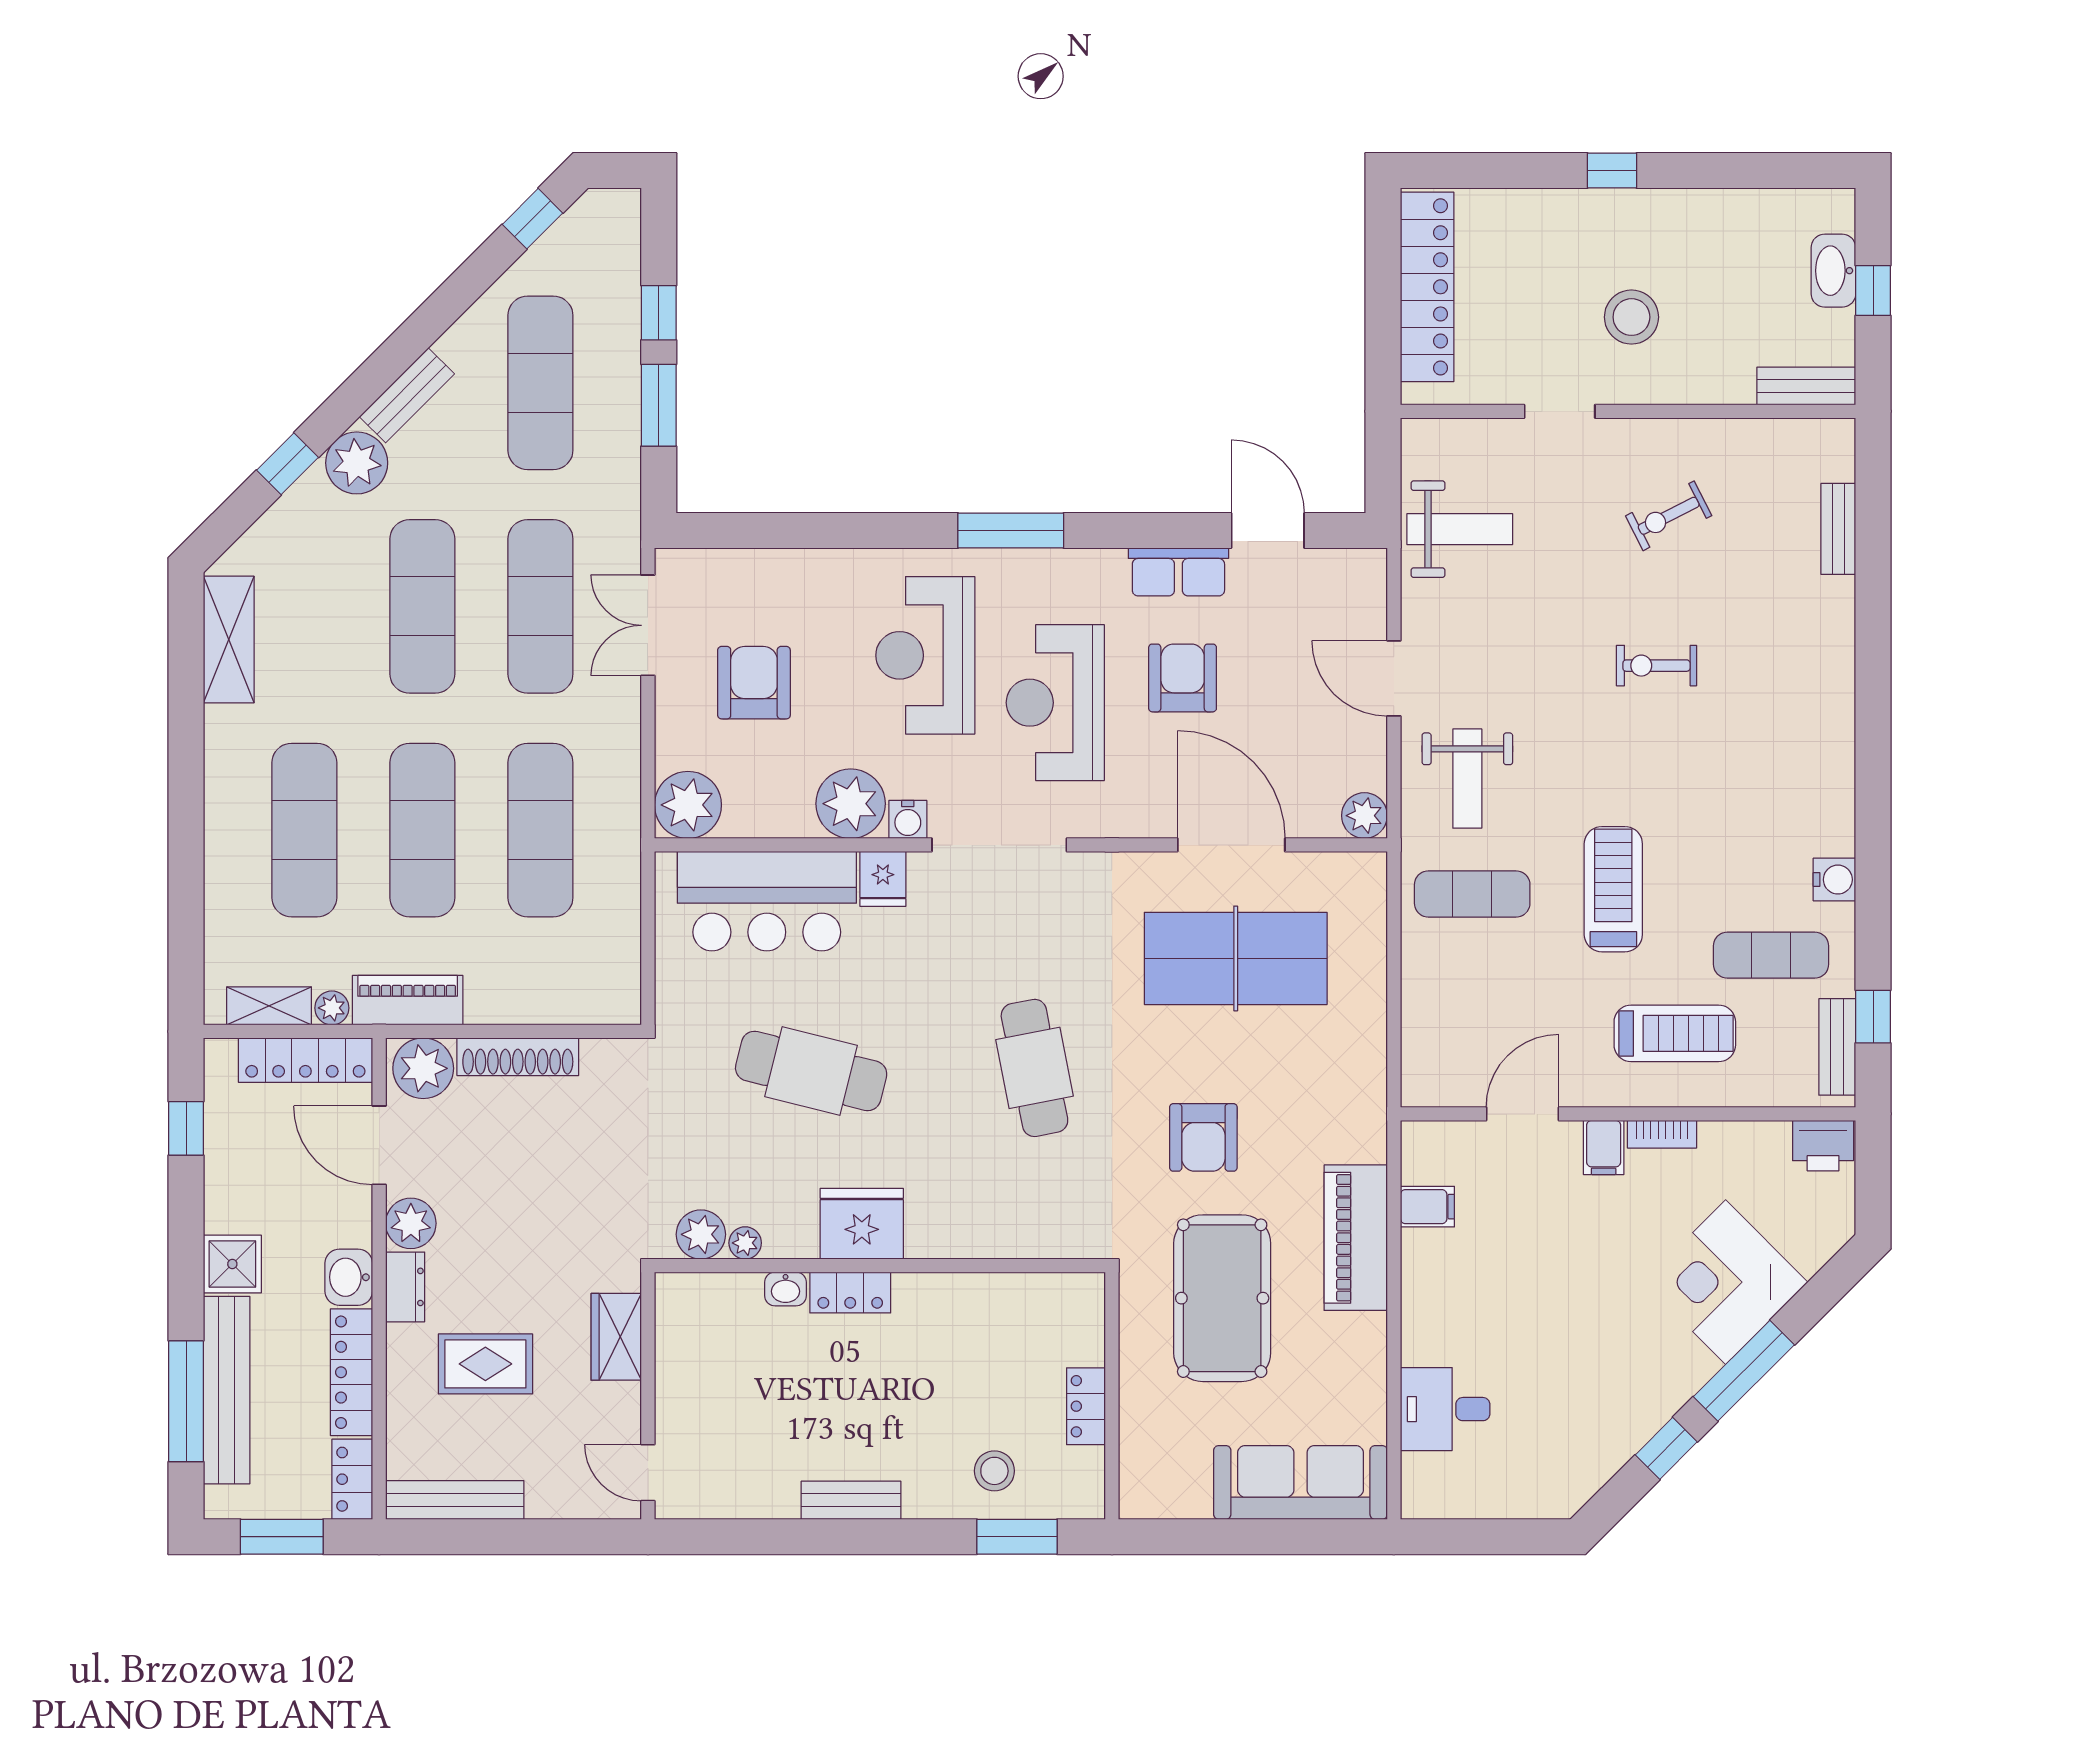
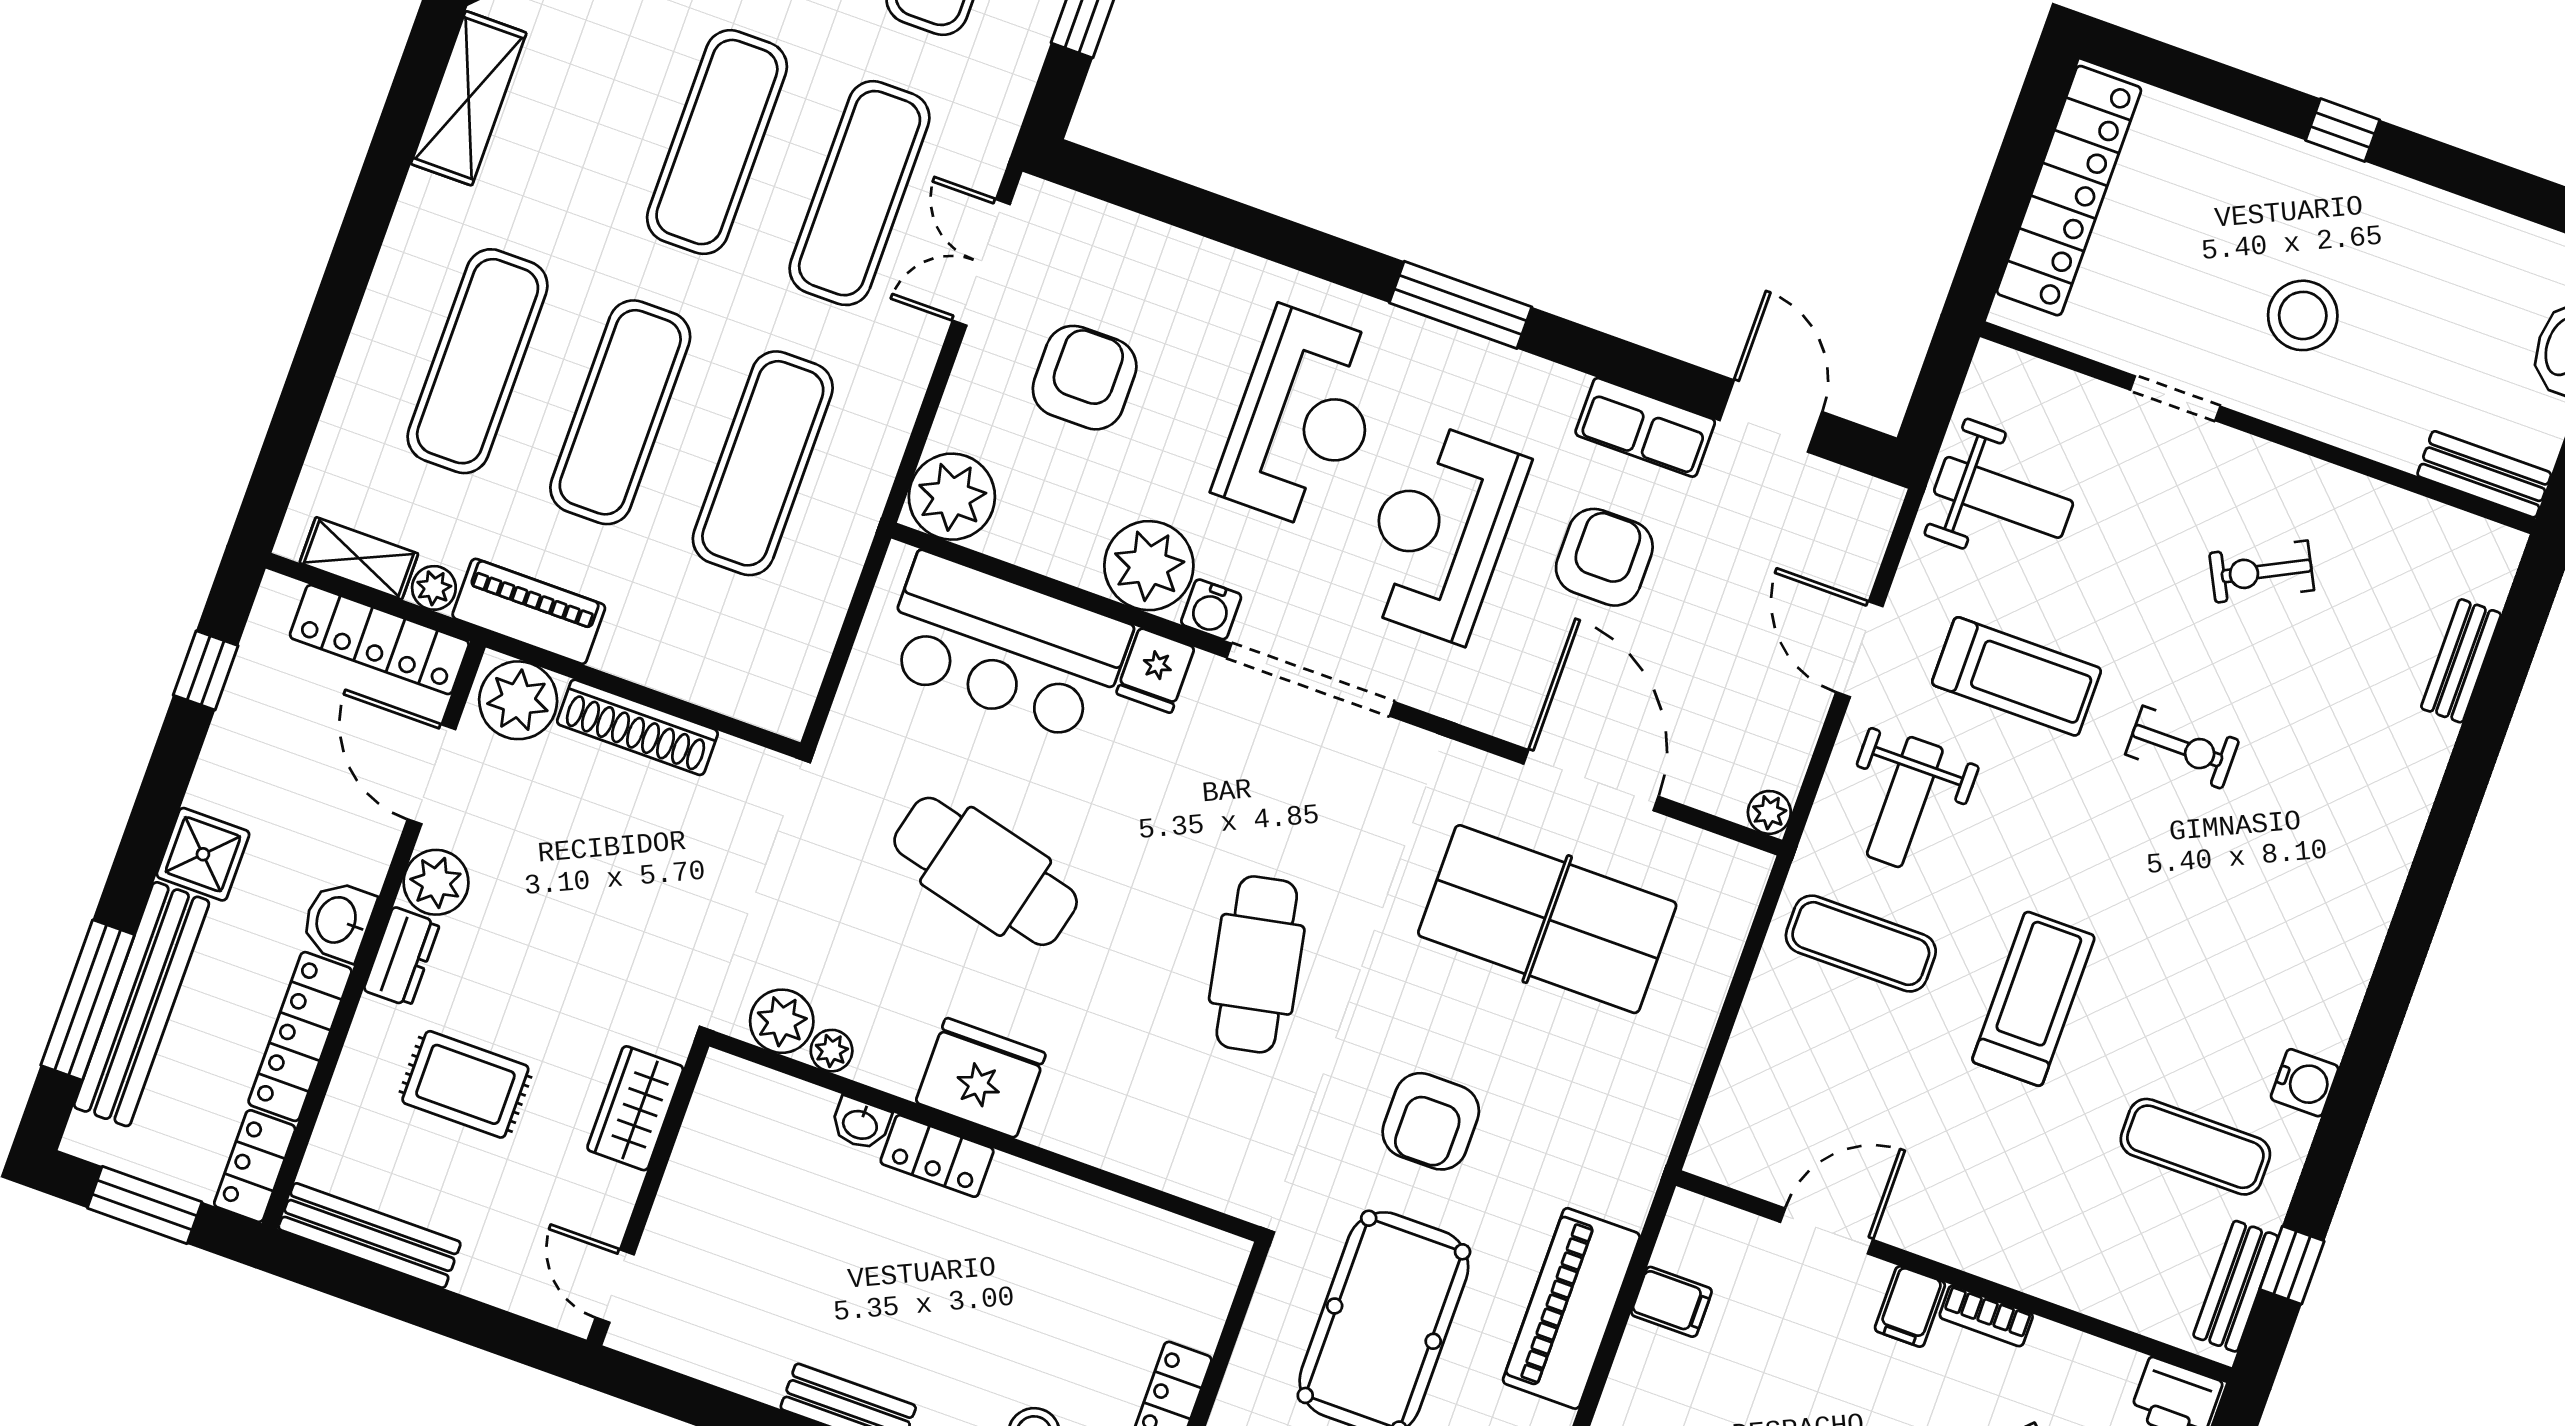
reception desk: (925, 655) -> (1303, 419), turned 180
exercise bike: (1656, 666) -> (2182, 747), turned 180
plant: (1364, 816) -> (1769, 812), width x0.73, depth x0.73
treadmill: (1675, 1033) -> (2016, 676), moved

